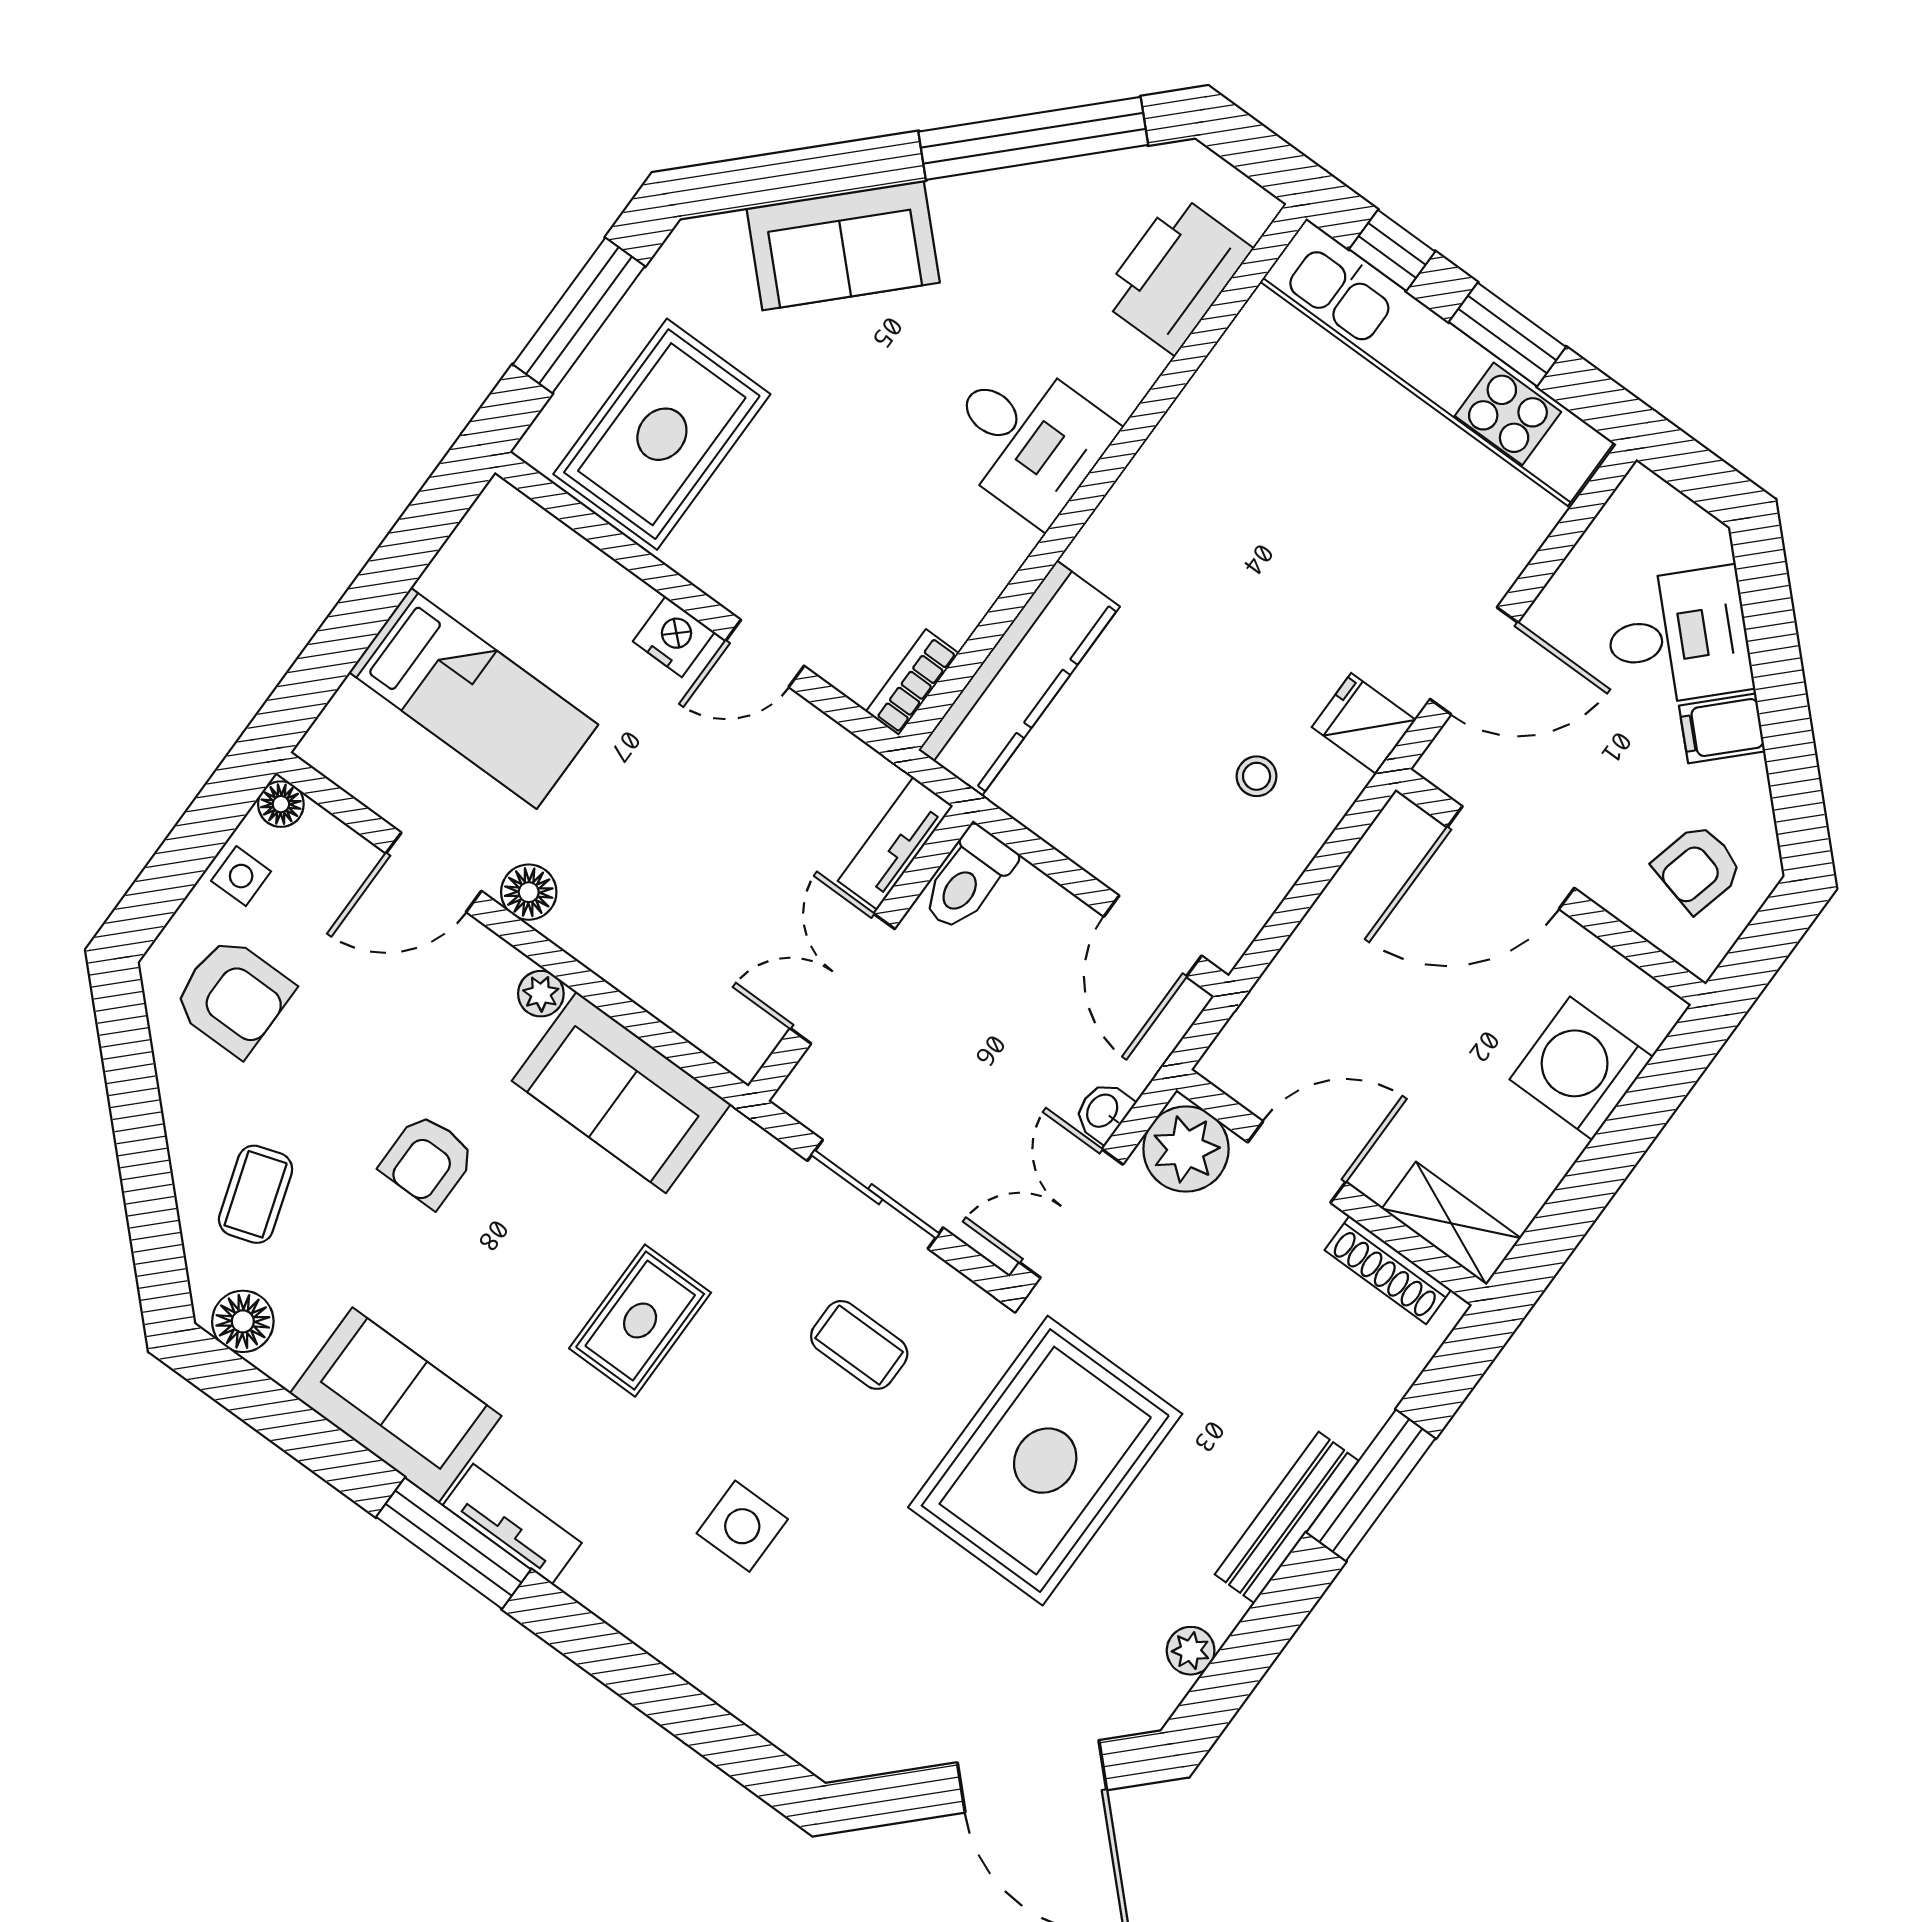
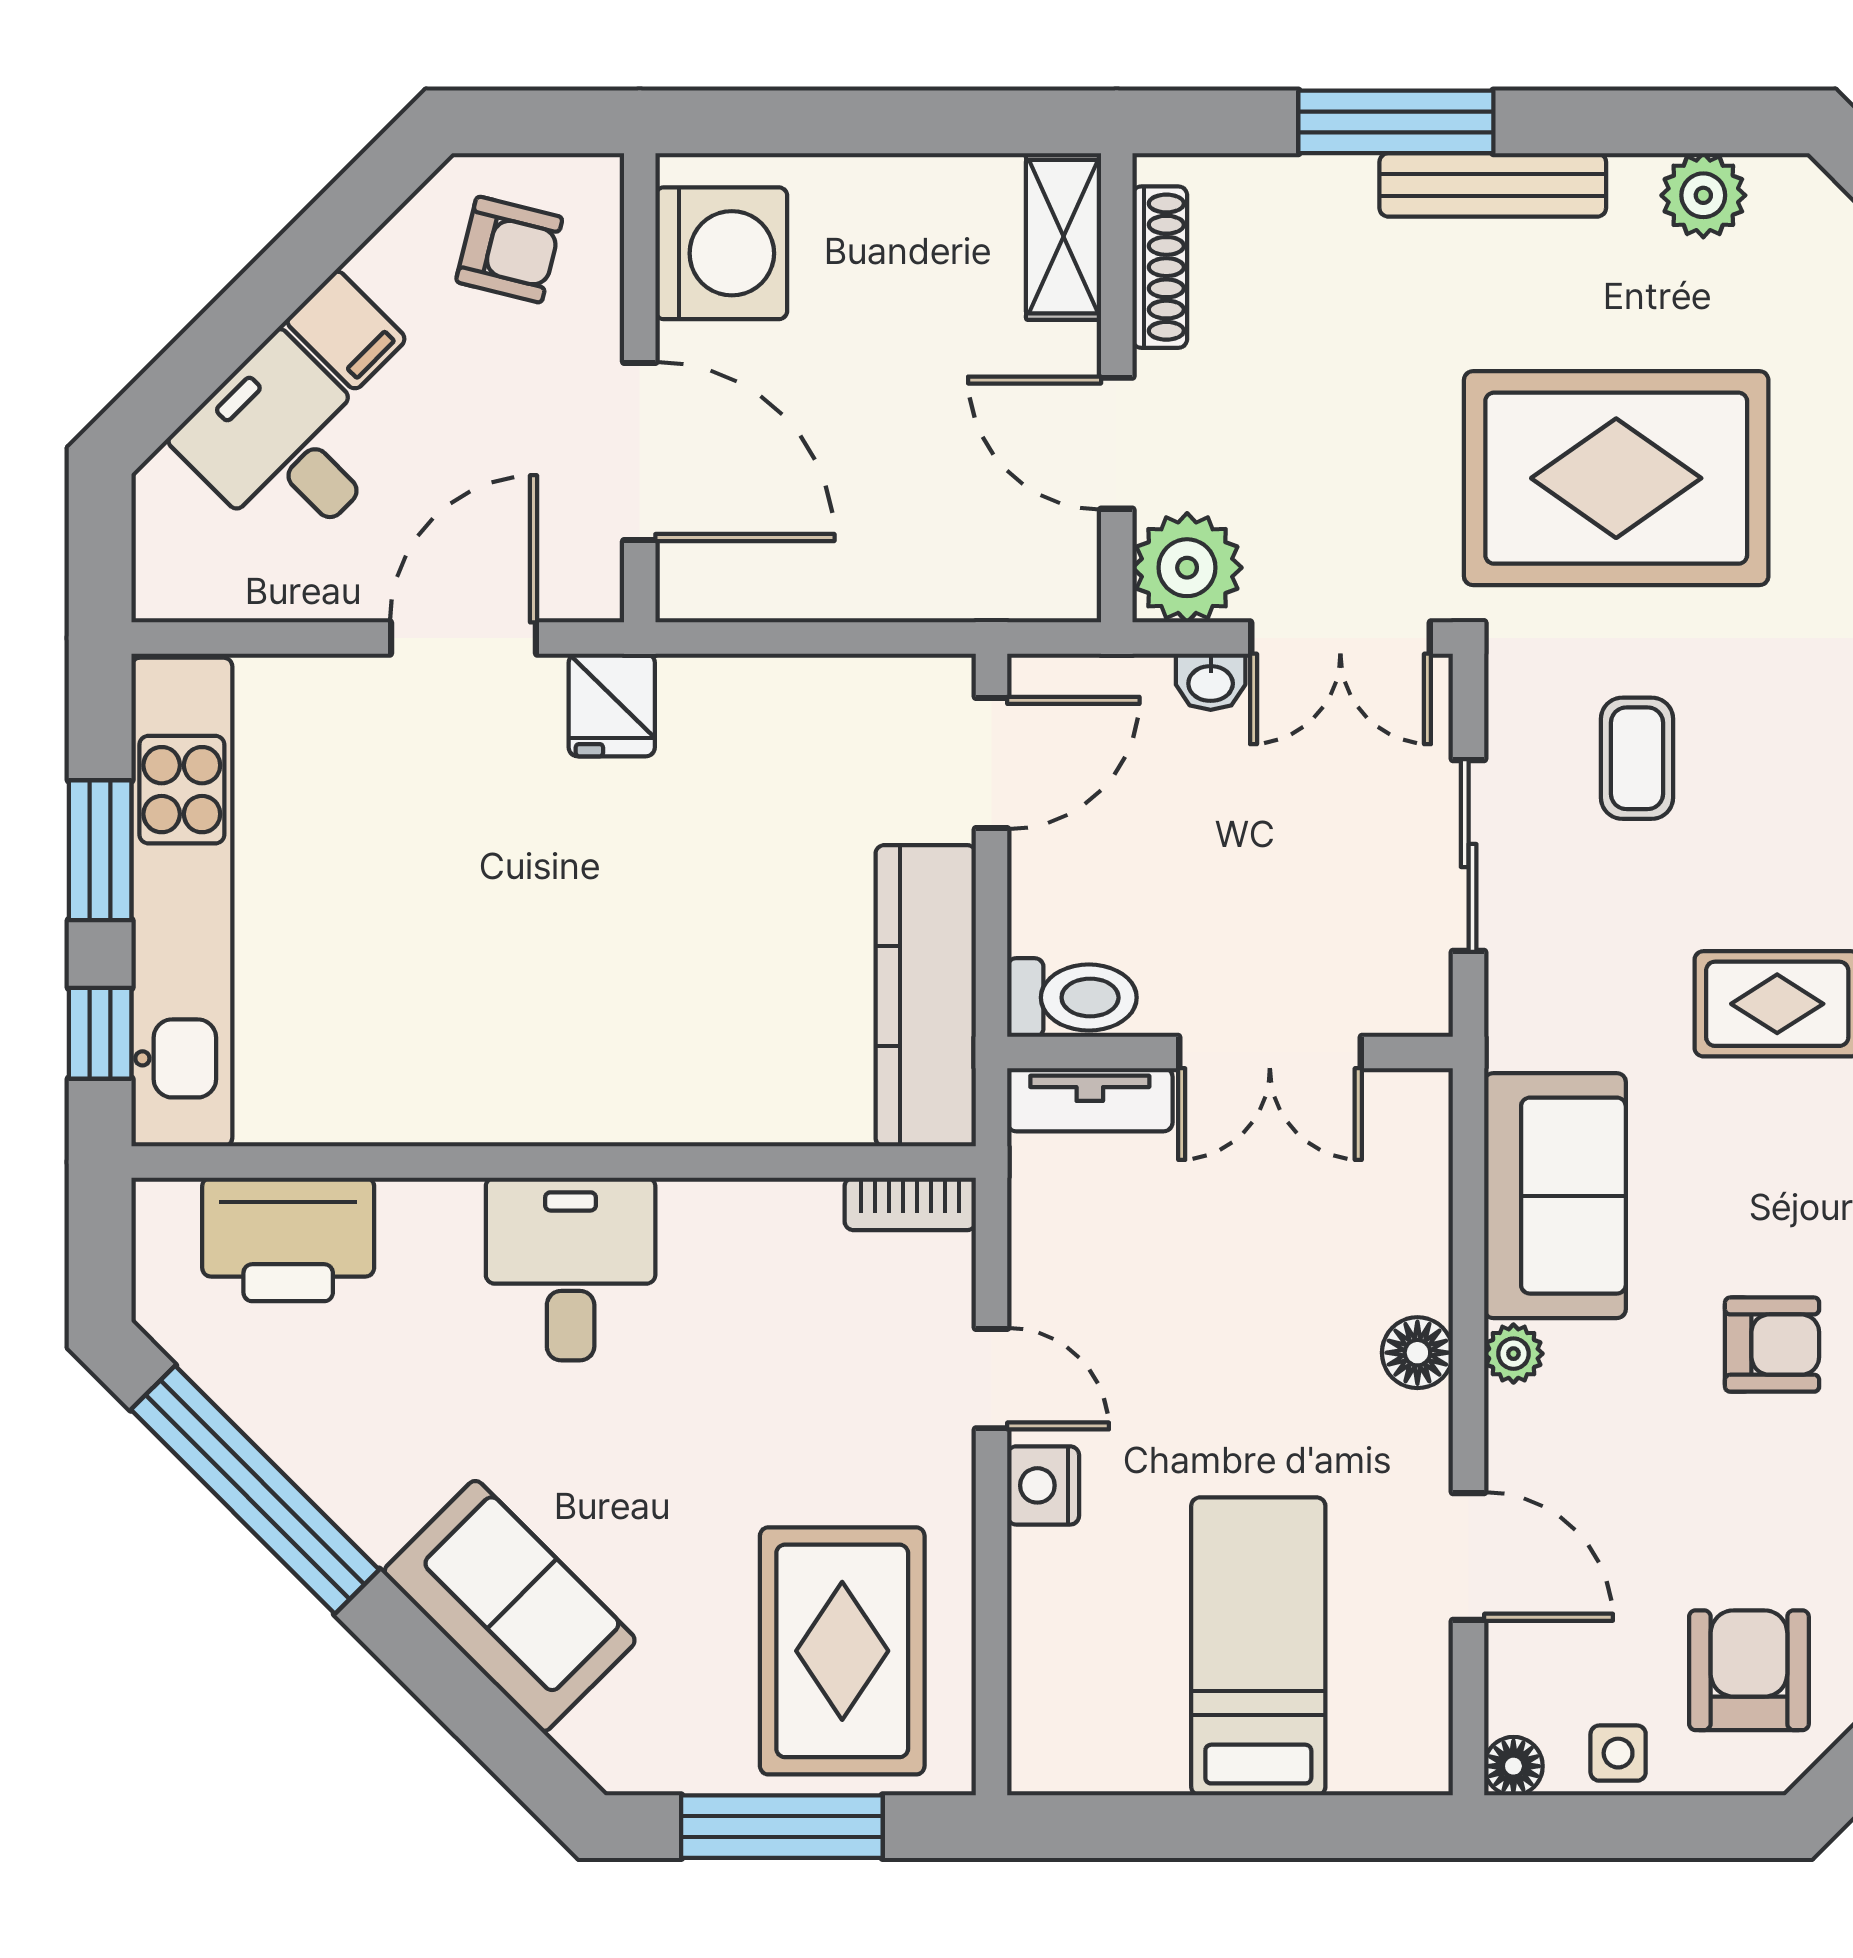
rug: (662, 434) -> (842, 1651), turned 90
door: (1474, 661) -> (463, 638), hinge flipped
kitchen counter: (1019, 678) -> (926, 996), moved, turned -90
stool: (1257, 776) -> (747, 776), removed
floor lamp: (529, 892) -> (1417, 1353), moved
washing machine: (1581, 1068) -> (721, 253), moved, turned -90
plant: (1191, 1651) -> (1703, 195), width x1.38, depth x1.38

